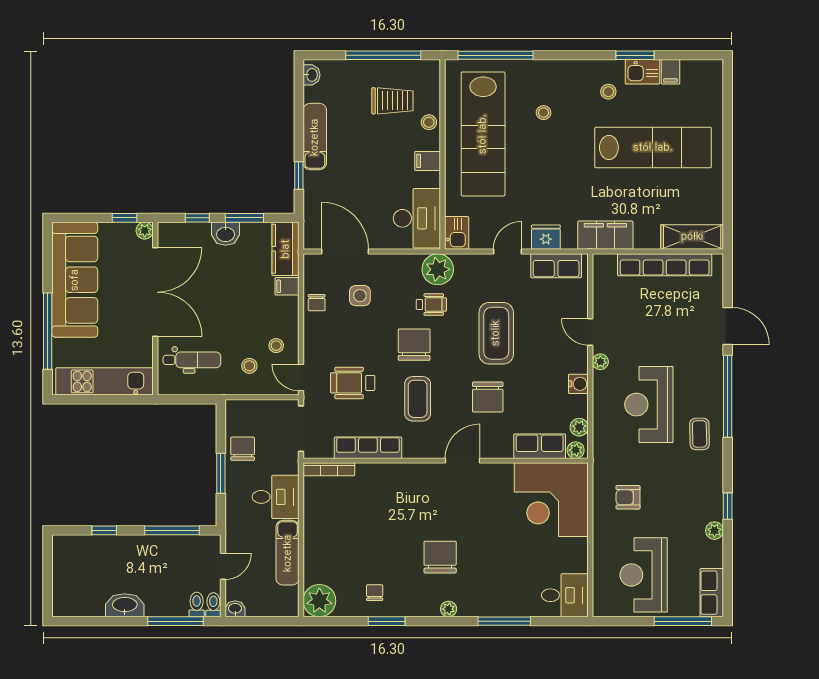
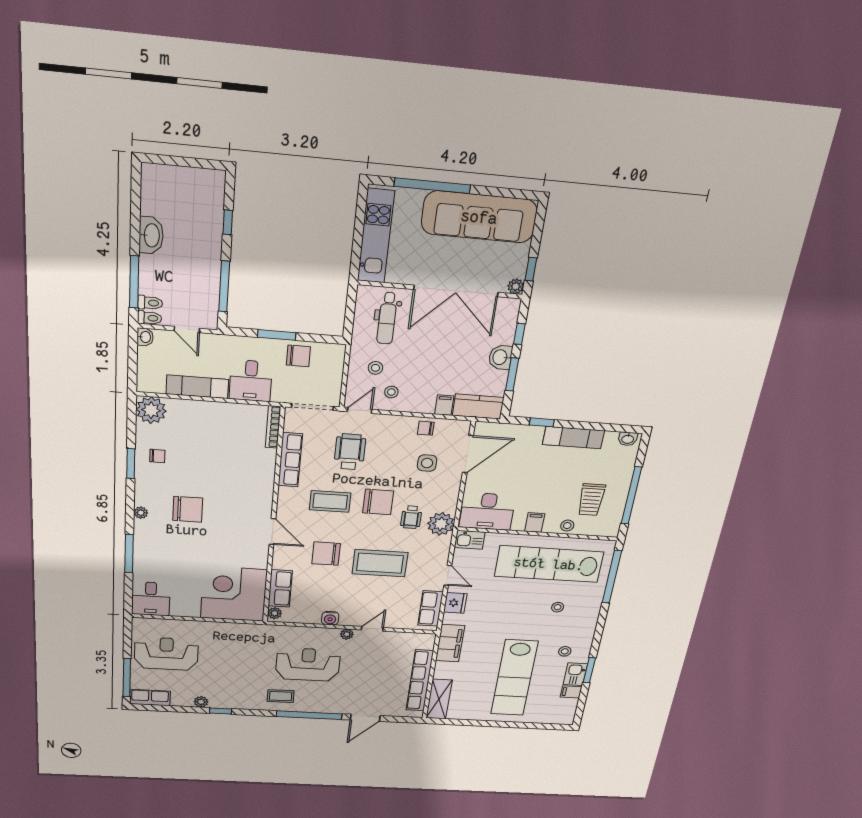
plant: (579, 427) -> (294, 617), removed
armchair: (628, 497) -> (232, 647), removed

